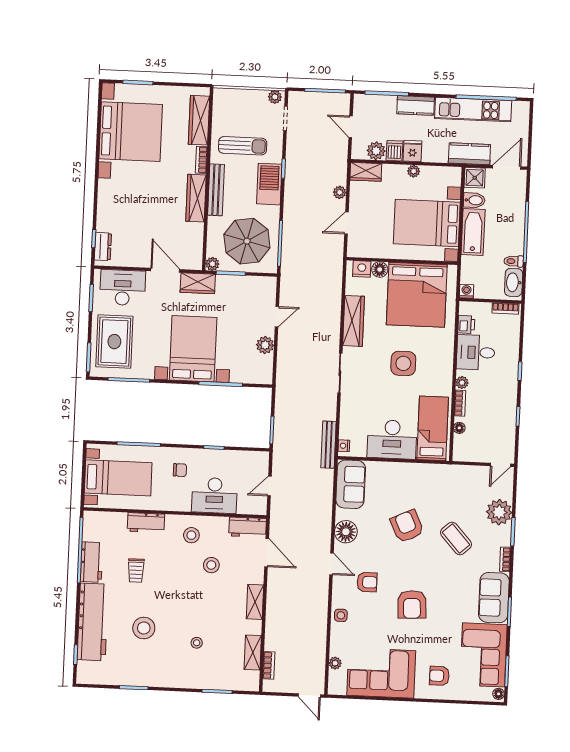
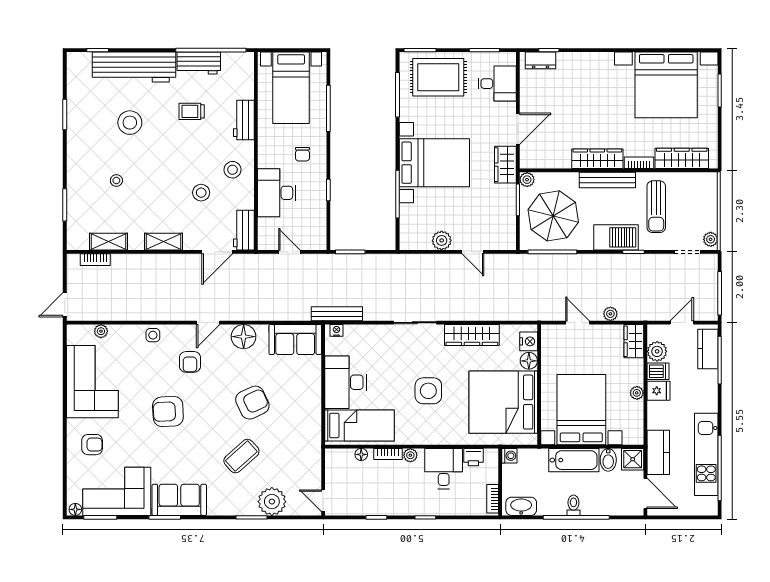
kitchen counter: (416, 105) -> (708, 349), moved
toilet: (514, 261) -> (573, 505), moved
desk: (123, 288) -> (497, 84), width x0.73
bookcase: (505, 559) -> (221, 510), removed
armchair: (439, 676) -> (92, 445), turned 90

